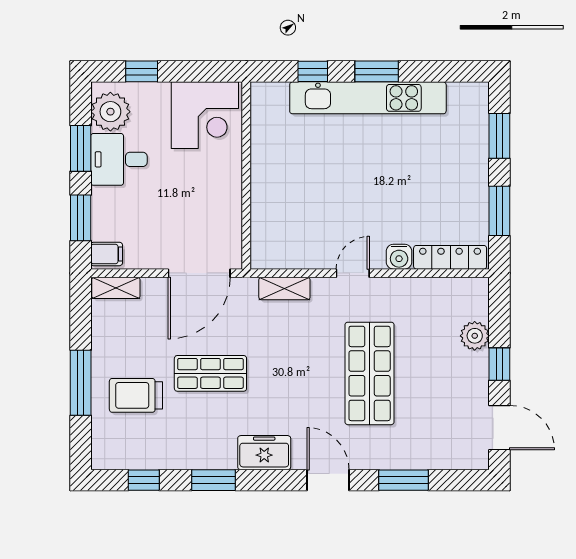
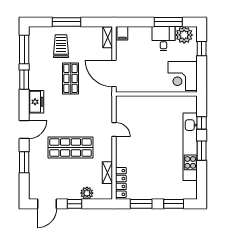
window: (81, 148) -> (168, 22), width x1.44
window: (81, 218) -> (138, 22), removed
water cooler: (399, 257) -> (121, 160), removed
door: (353, 273) -> (114, 130), moved
shelving: (284, 289) -> (107, 173), moved
window: (144, 480) -> (24, 49), width x2.17

